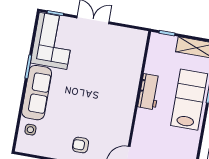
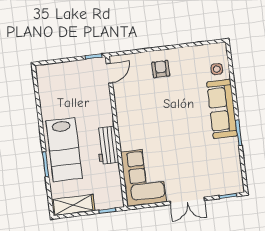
corner sofa: (53, 41) -> (143, 177), moved, turned 180
armchair: (81, 145) -> (161, 69), turned -90

